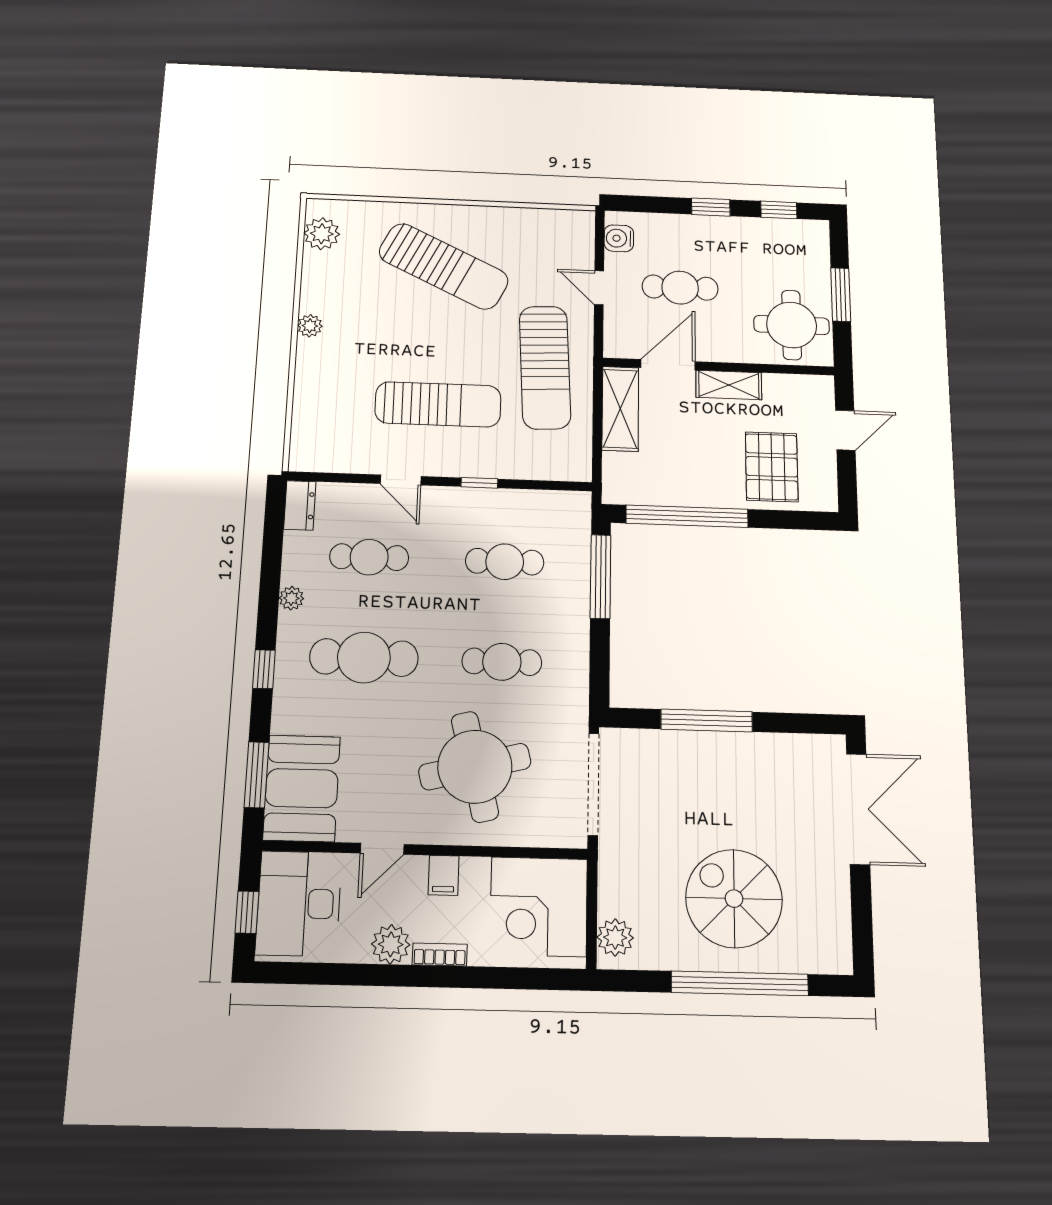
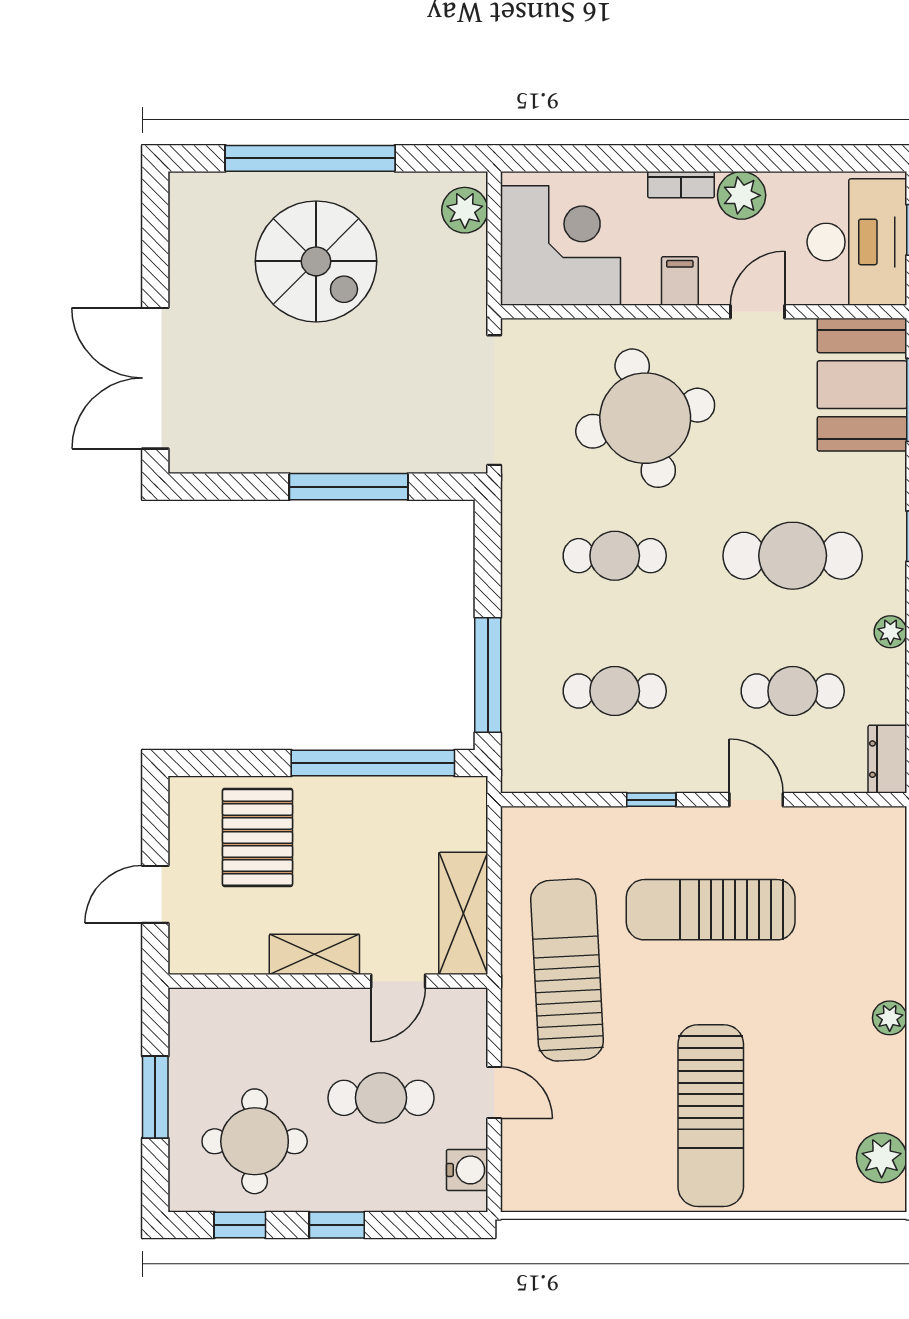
sun lounger: (444, 266) -> (711, 1116), turned -116
round table: (792, 325) -> (255, 1141), moved
door: (668, 365) -> (398, 981), width x0.73

